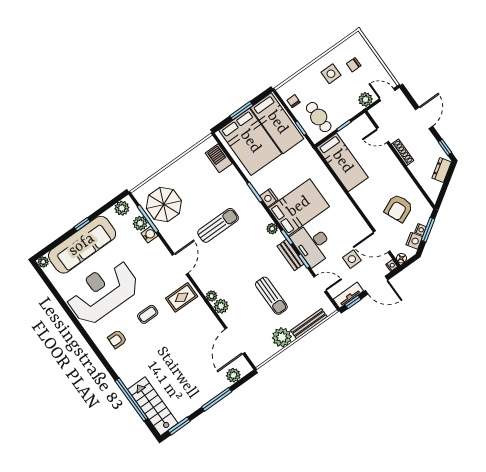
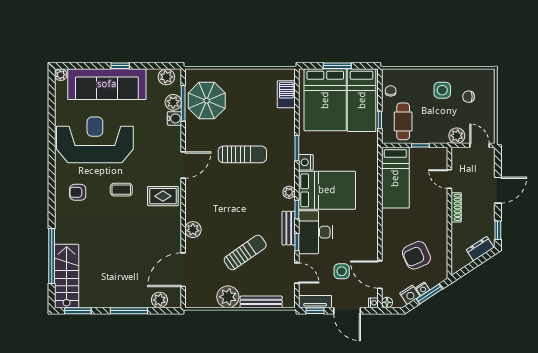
plant: (212, 296) -> (191, 214), removed
sun lounger: (271, 296) -> (245, 252), turned -125

